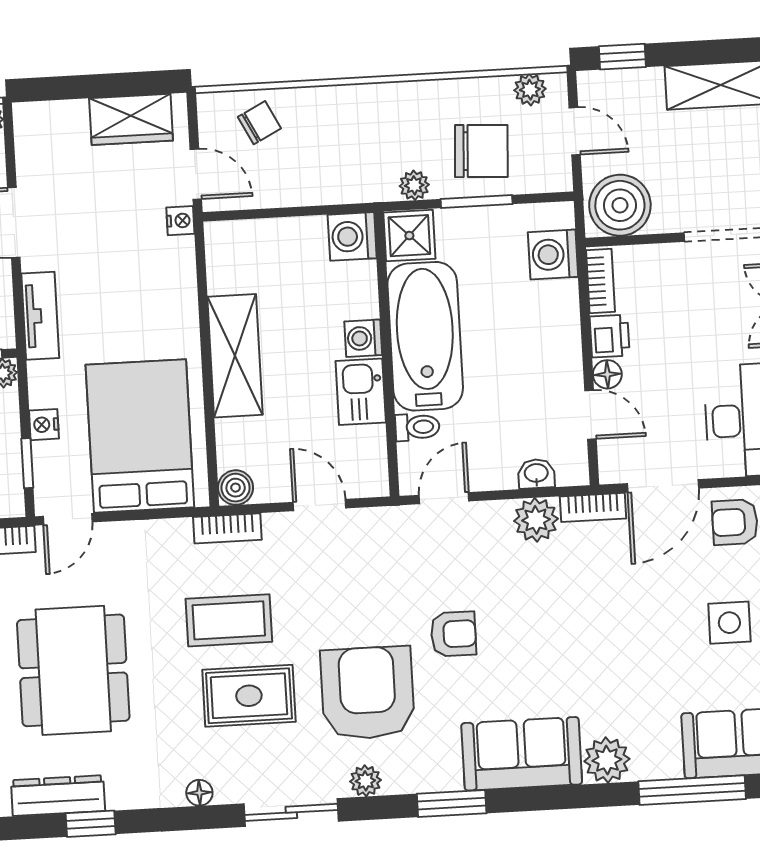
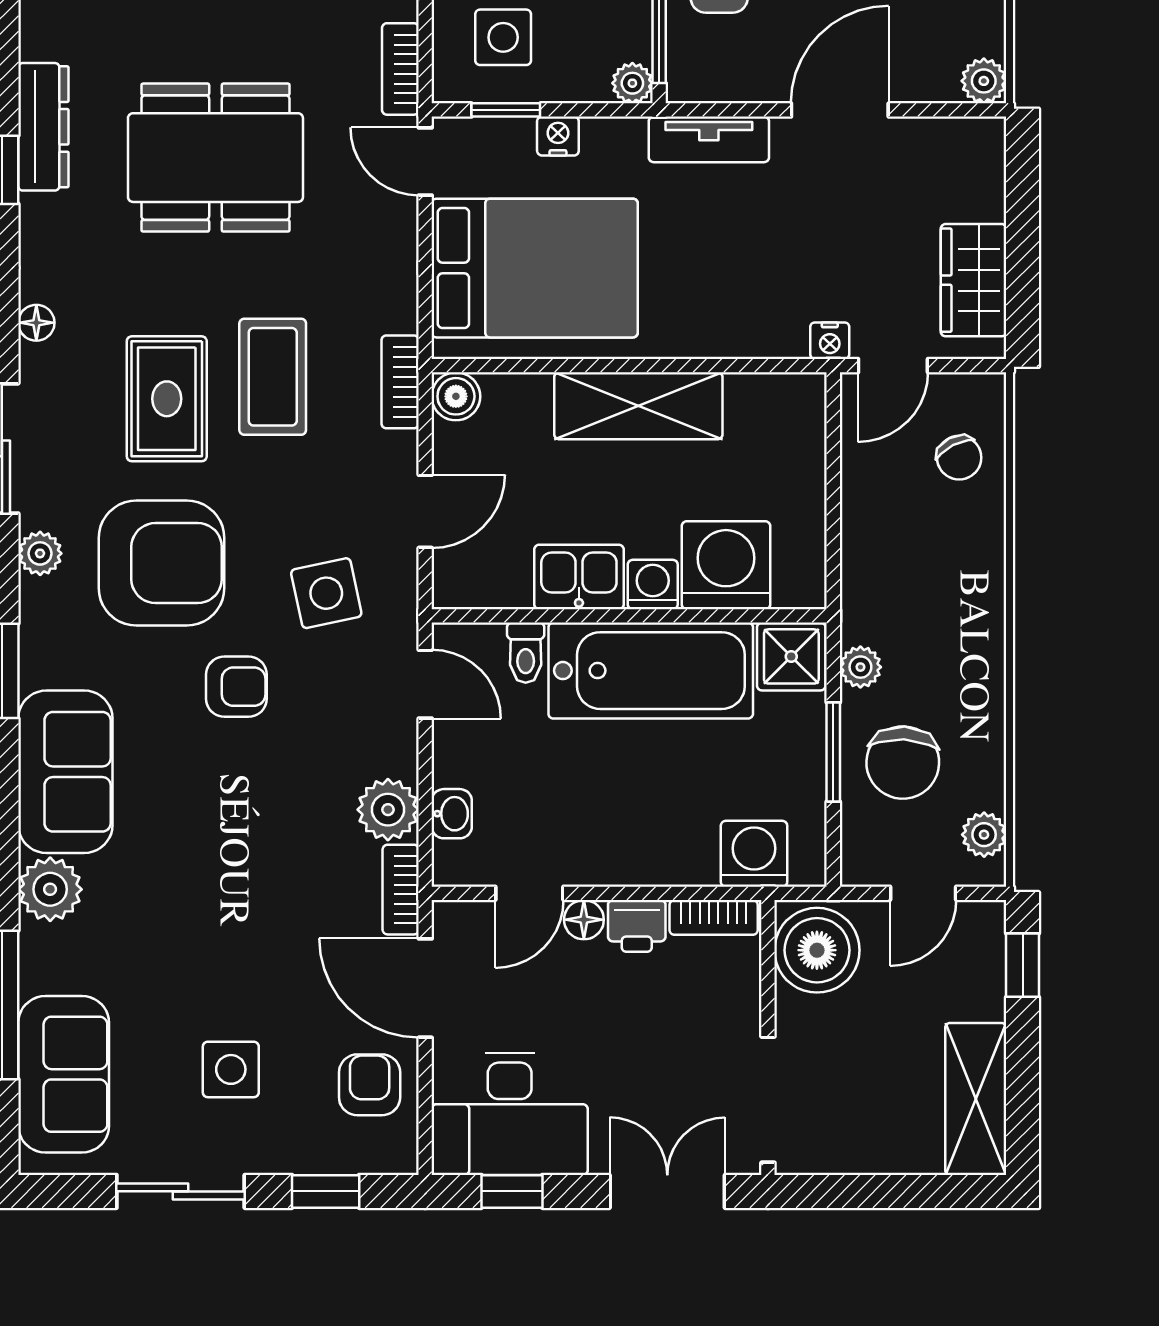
washing machine: (352, 236) -> (726, 565), moved, width x1.37, depth x1.37
side table: (382, 573) -> (326, 593), added
armchair: (453, 634) -> (236, 687), turned -90

